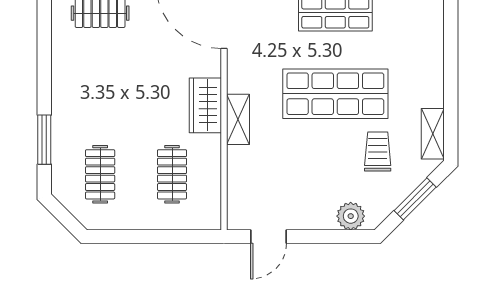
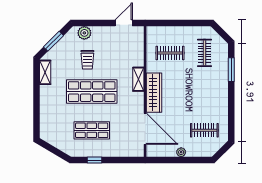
wardrobe: (205, 105) -> (154, 93), width x1.50
trolley: (378, 152) -> (87, 60), moved
clothes rail: (172, 174) -> (170, 53), turned 90

